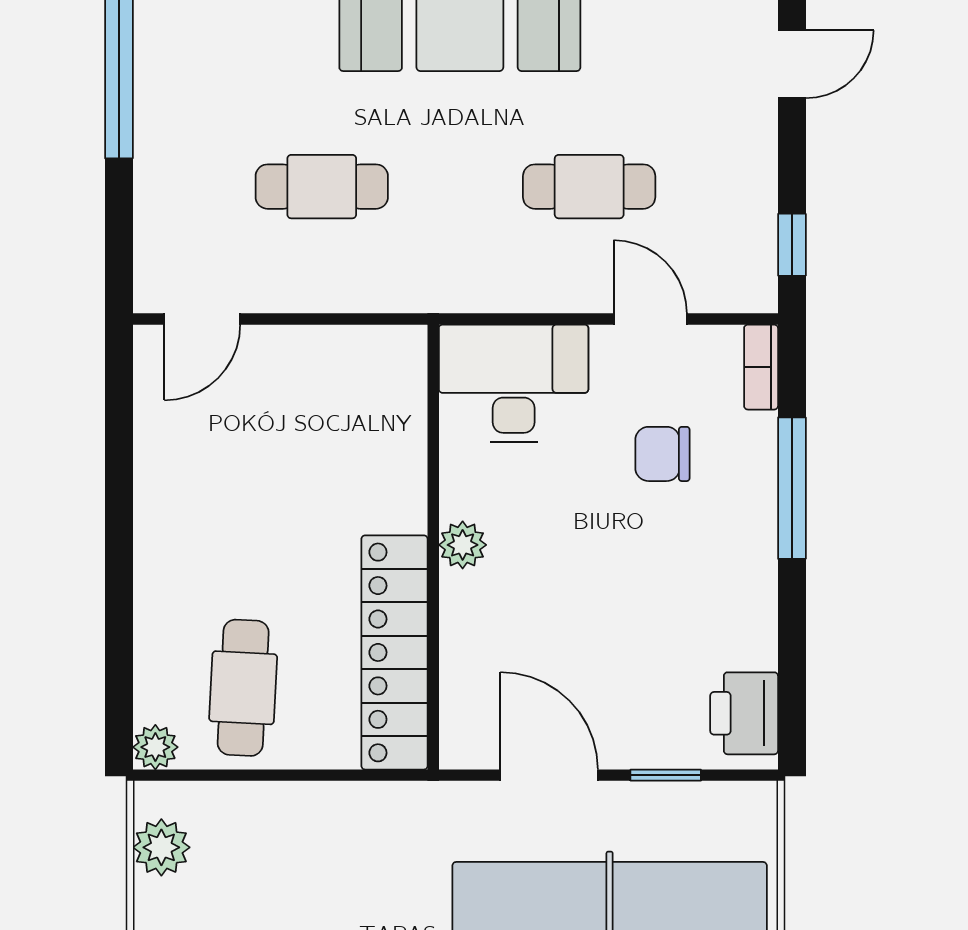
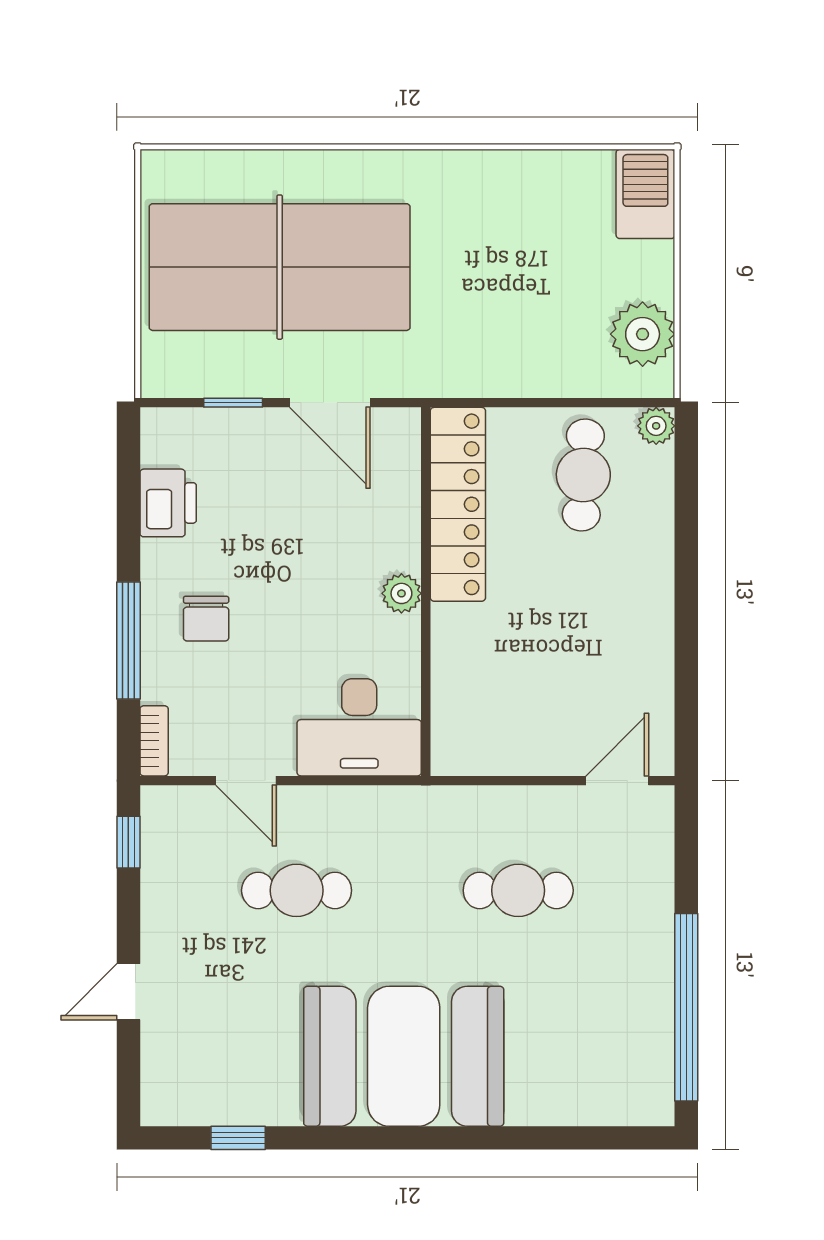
chair: (662, 454) -> (206, 619), moved, turned 90
printer: (744, 713) -> (168, 503), moved
plant: (161, 847) -> (643, 334), width x1.36, depth x1.36

